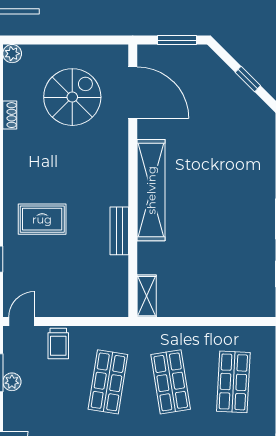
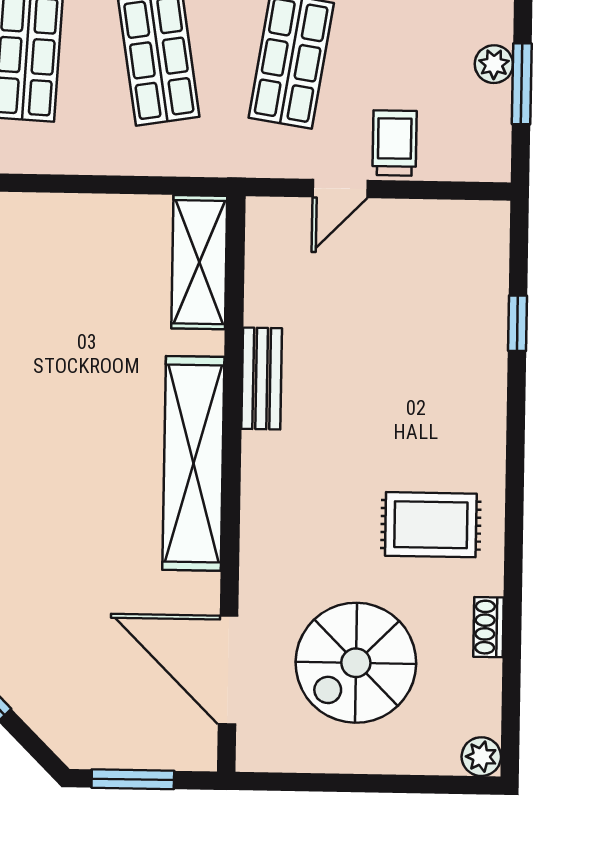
rug: (42, 219) -> (431, 525), moved
shelving: (147, 296) -> (199, 262), width x1.50, depth x1.33
door: (22, 322) -> (340, 189), moved

